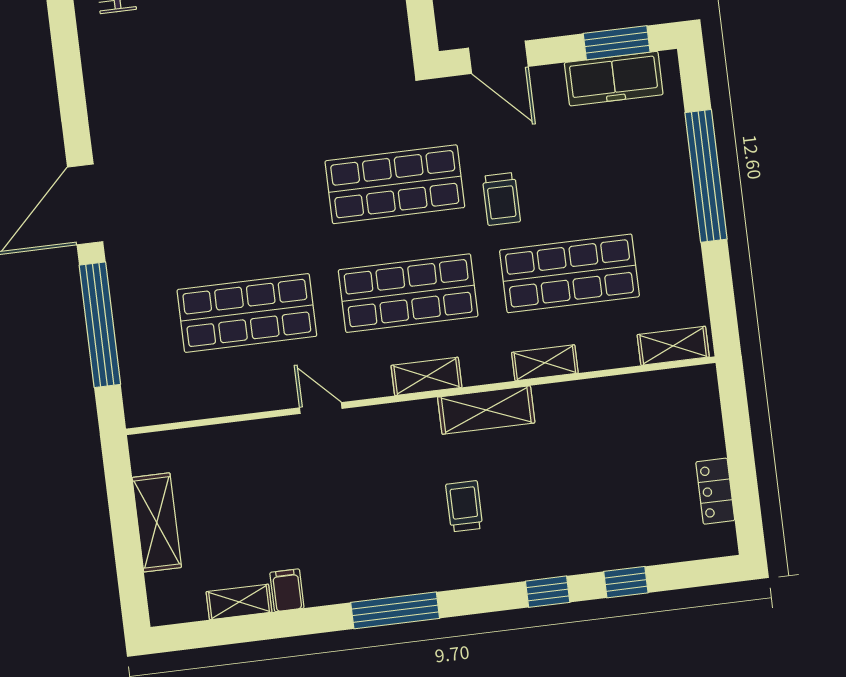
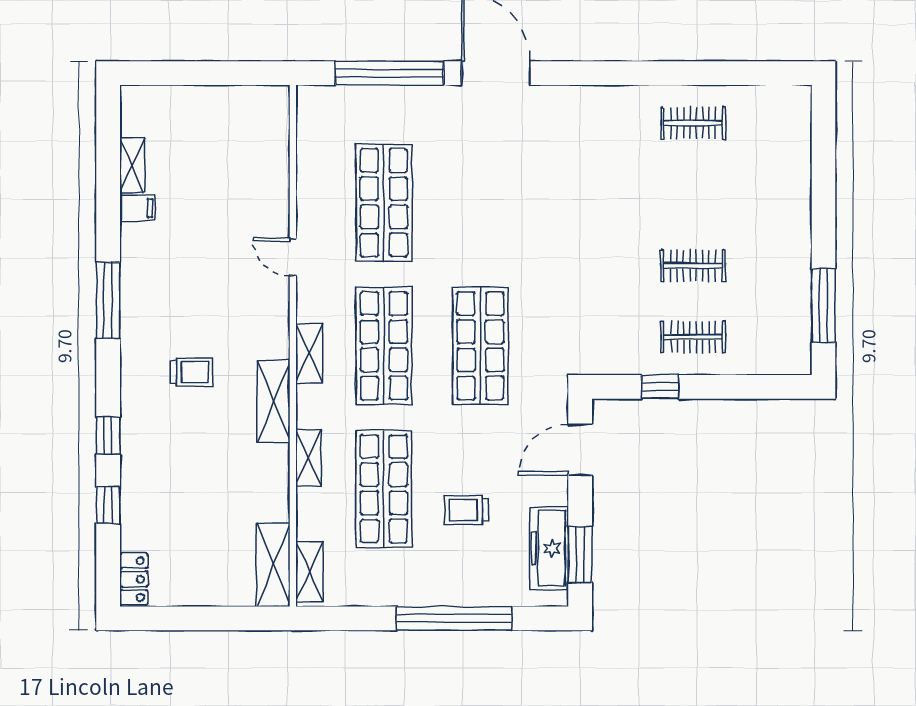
trolley: (501, 199) -> (466, 510), moved
door: (321, 408) -> (293, 257), swing flipped
locker: (715, 491) -> (134, 579), moved, turned 90
shelving: (157, 522) -> (273, 565), moved, turned 90

